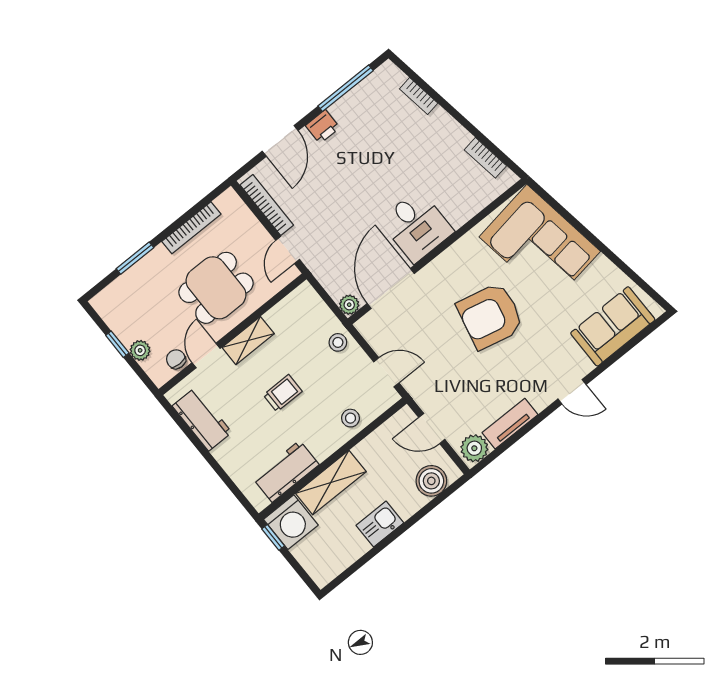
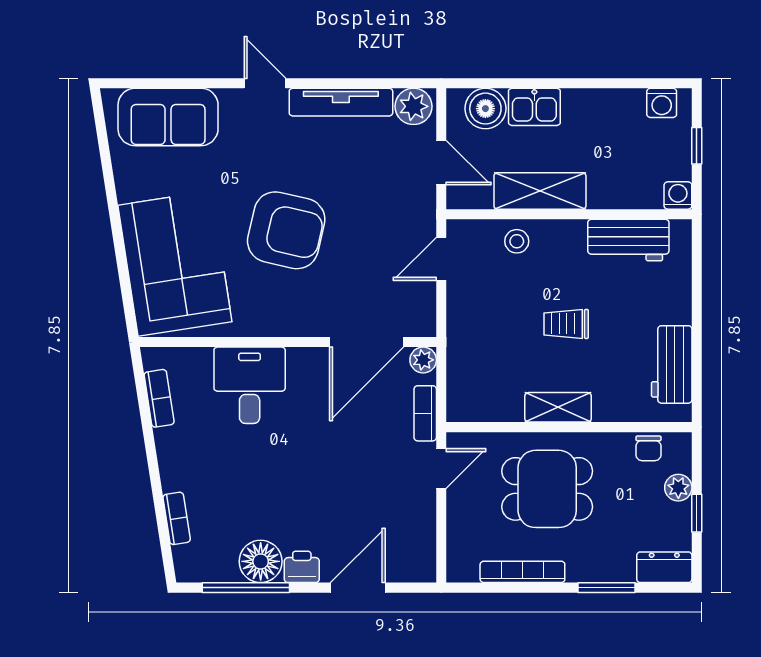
floor lamp: (349, 110) -> (261, 561), added
bookcase: (267, 205) -> (425, 413), moved, width x0.64
desk: (417, 226) -> (250, 385), moved
dresser: (111, 297) -> (664, 567), added
stool: (338, 342) -> (466, 330), removed
door: (206, 356) -> (614, 427), removed
door: (386, 372) -> (441, 259), hinge flipped
tv unit: (510, 424) -> (341, 102), width x1.41
shelving: (331, 483) -> (540, 191), moved
washing machine: (291, 522) -> (678, 196), width x0.53, depth x0.53
kitchen sink: (380, 524) -> (534, 107), moved
window: (273, 537) -> (697, 146), moved
washing machine: (331, 567) -> (662, 103), added

